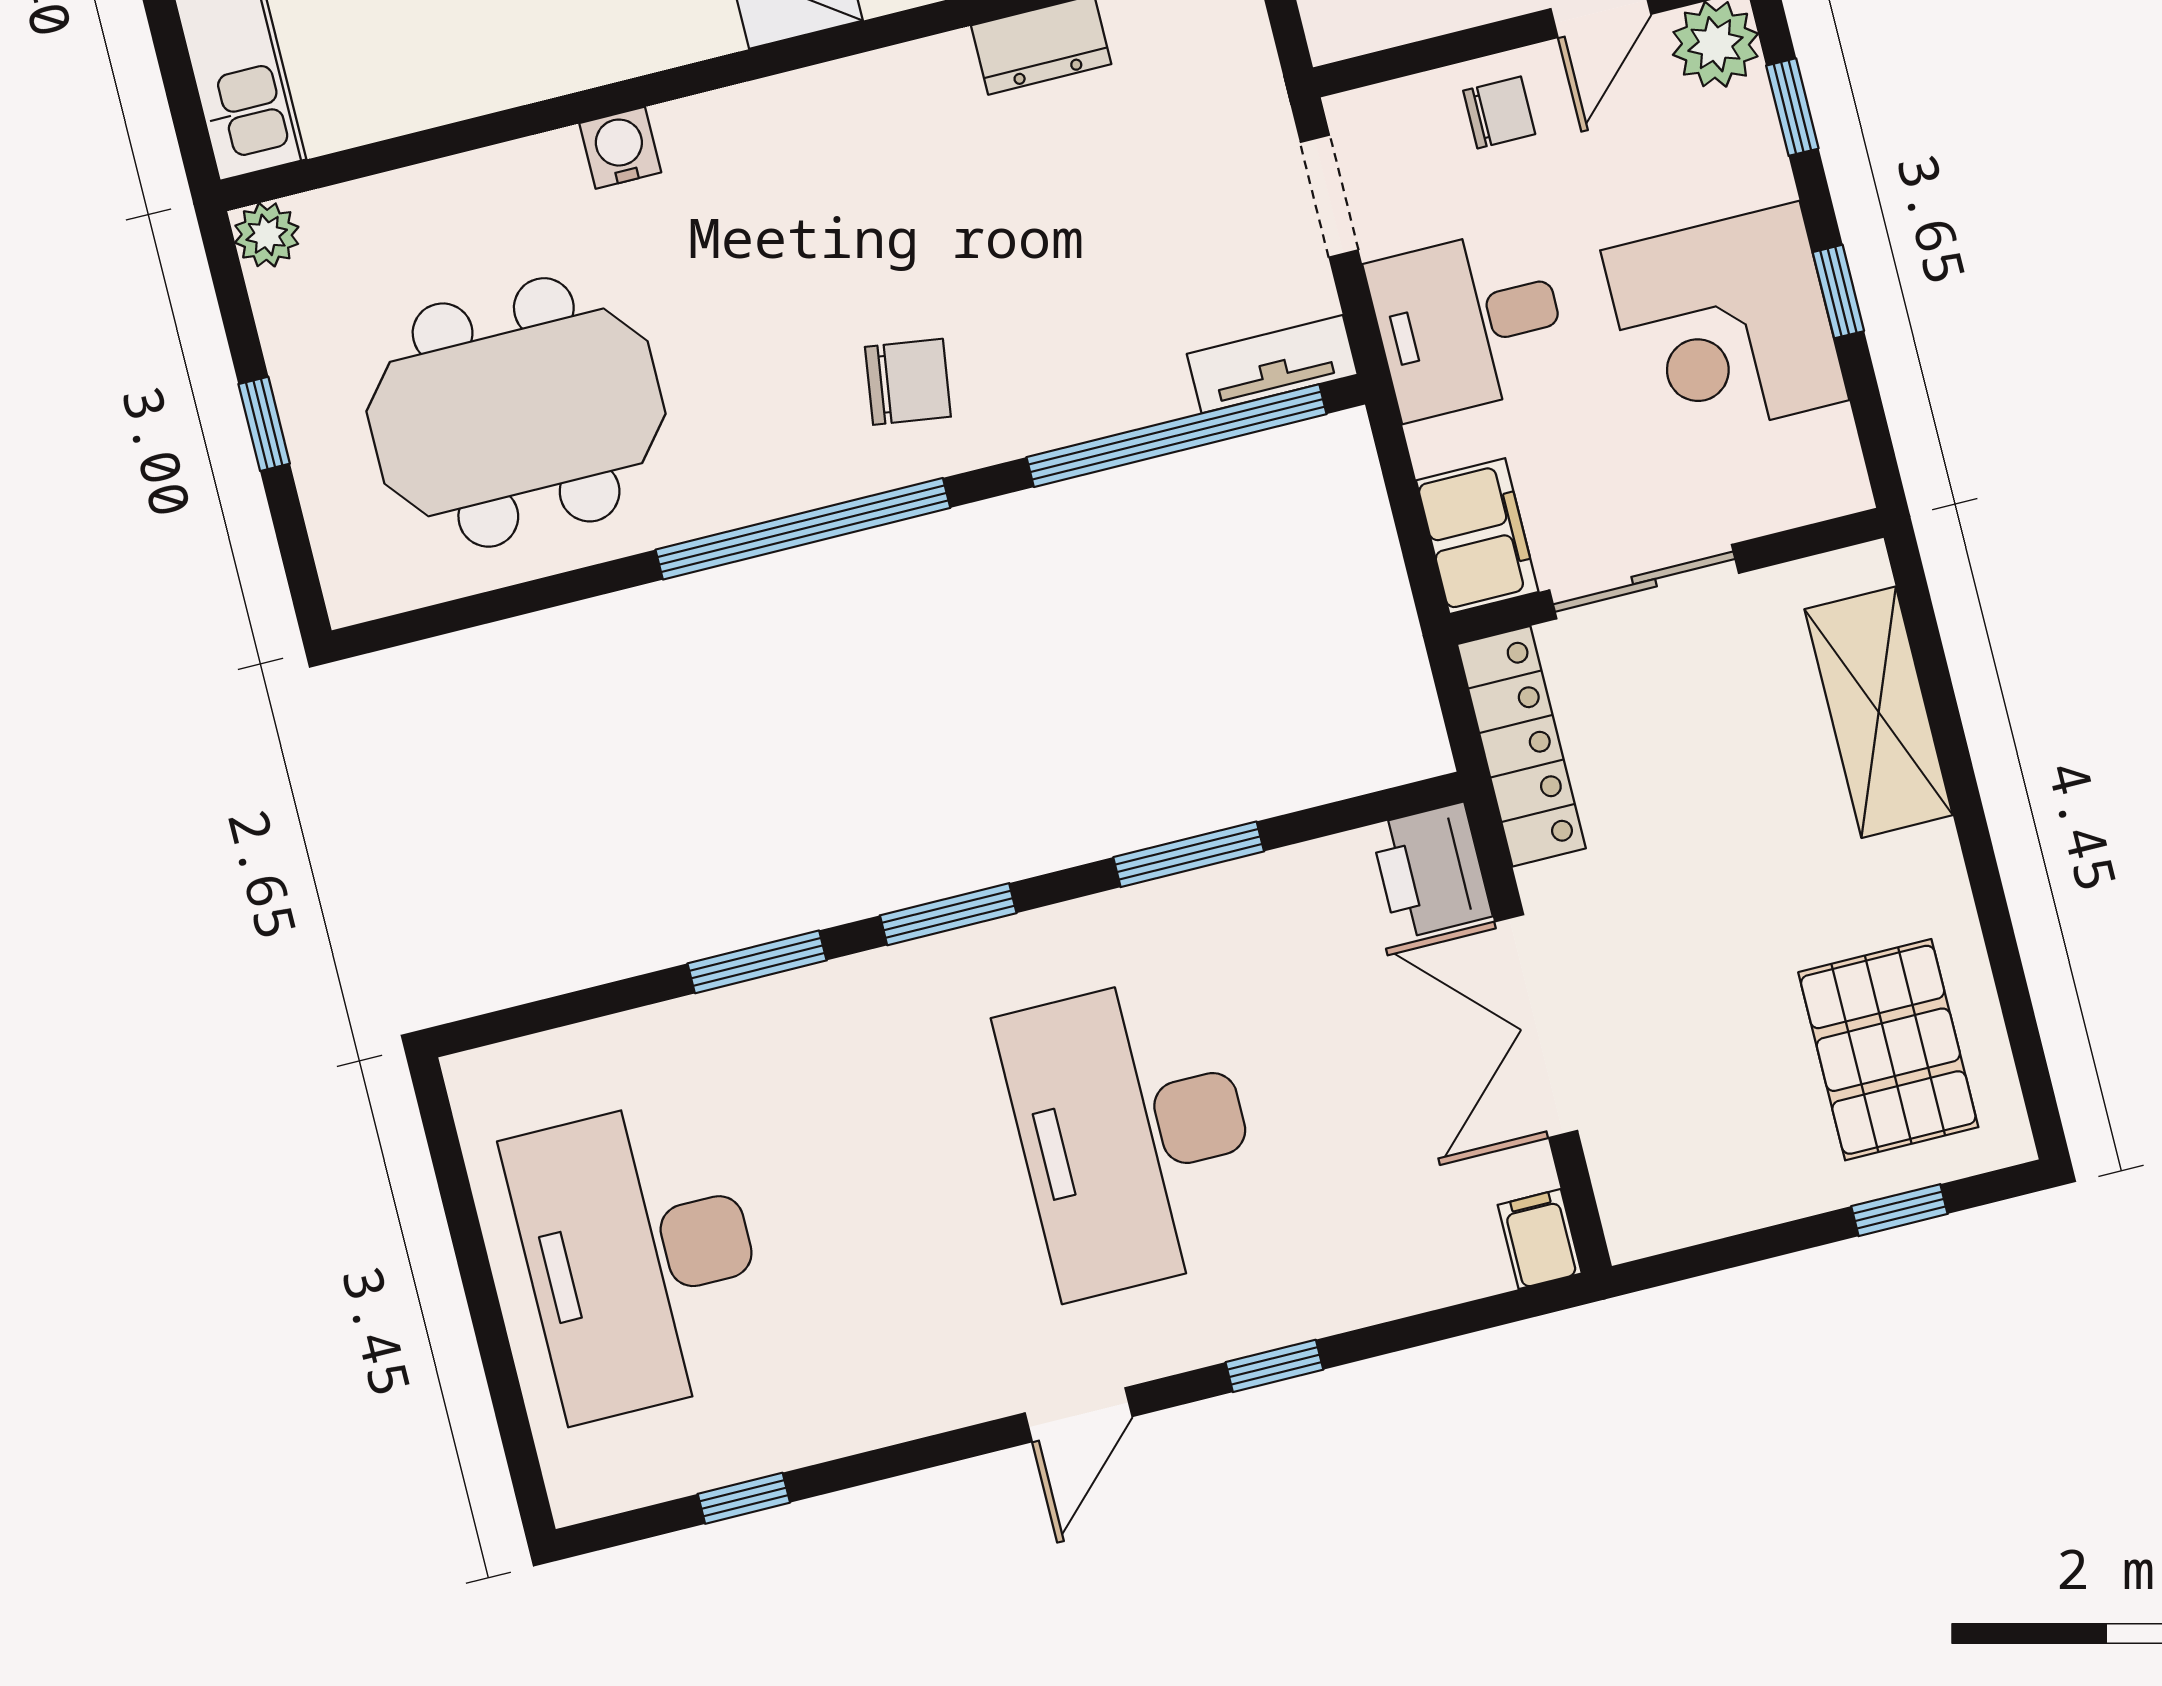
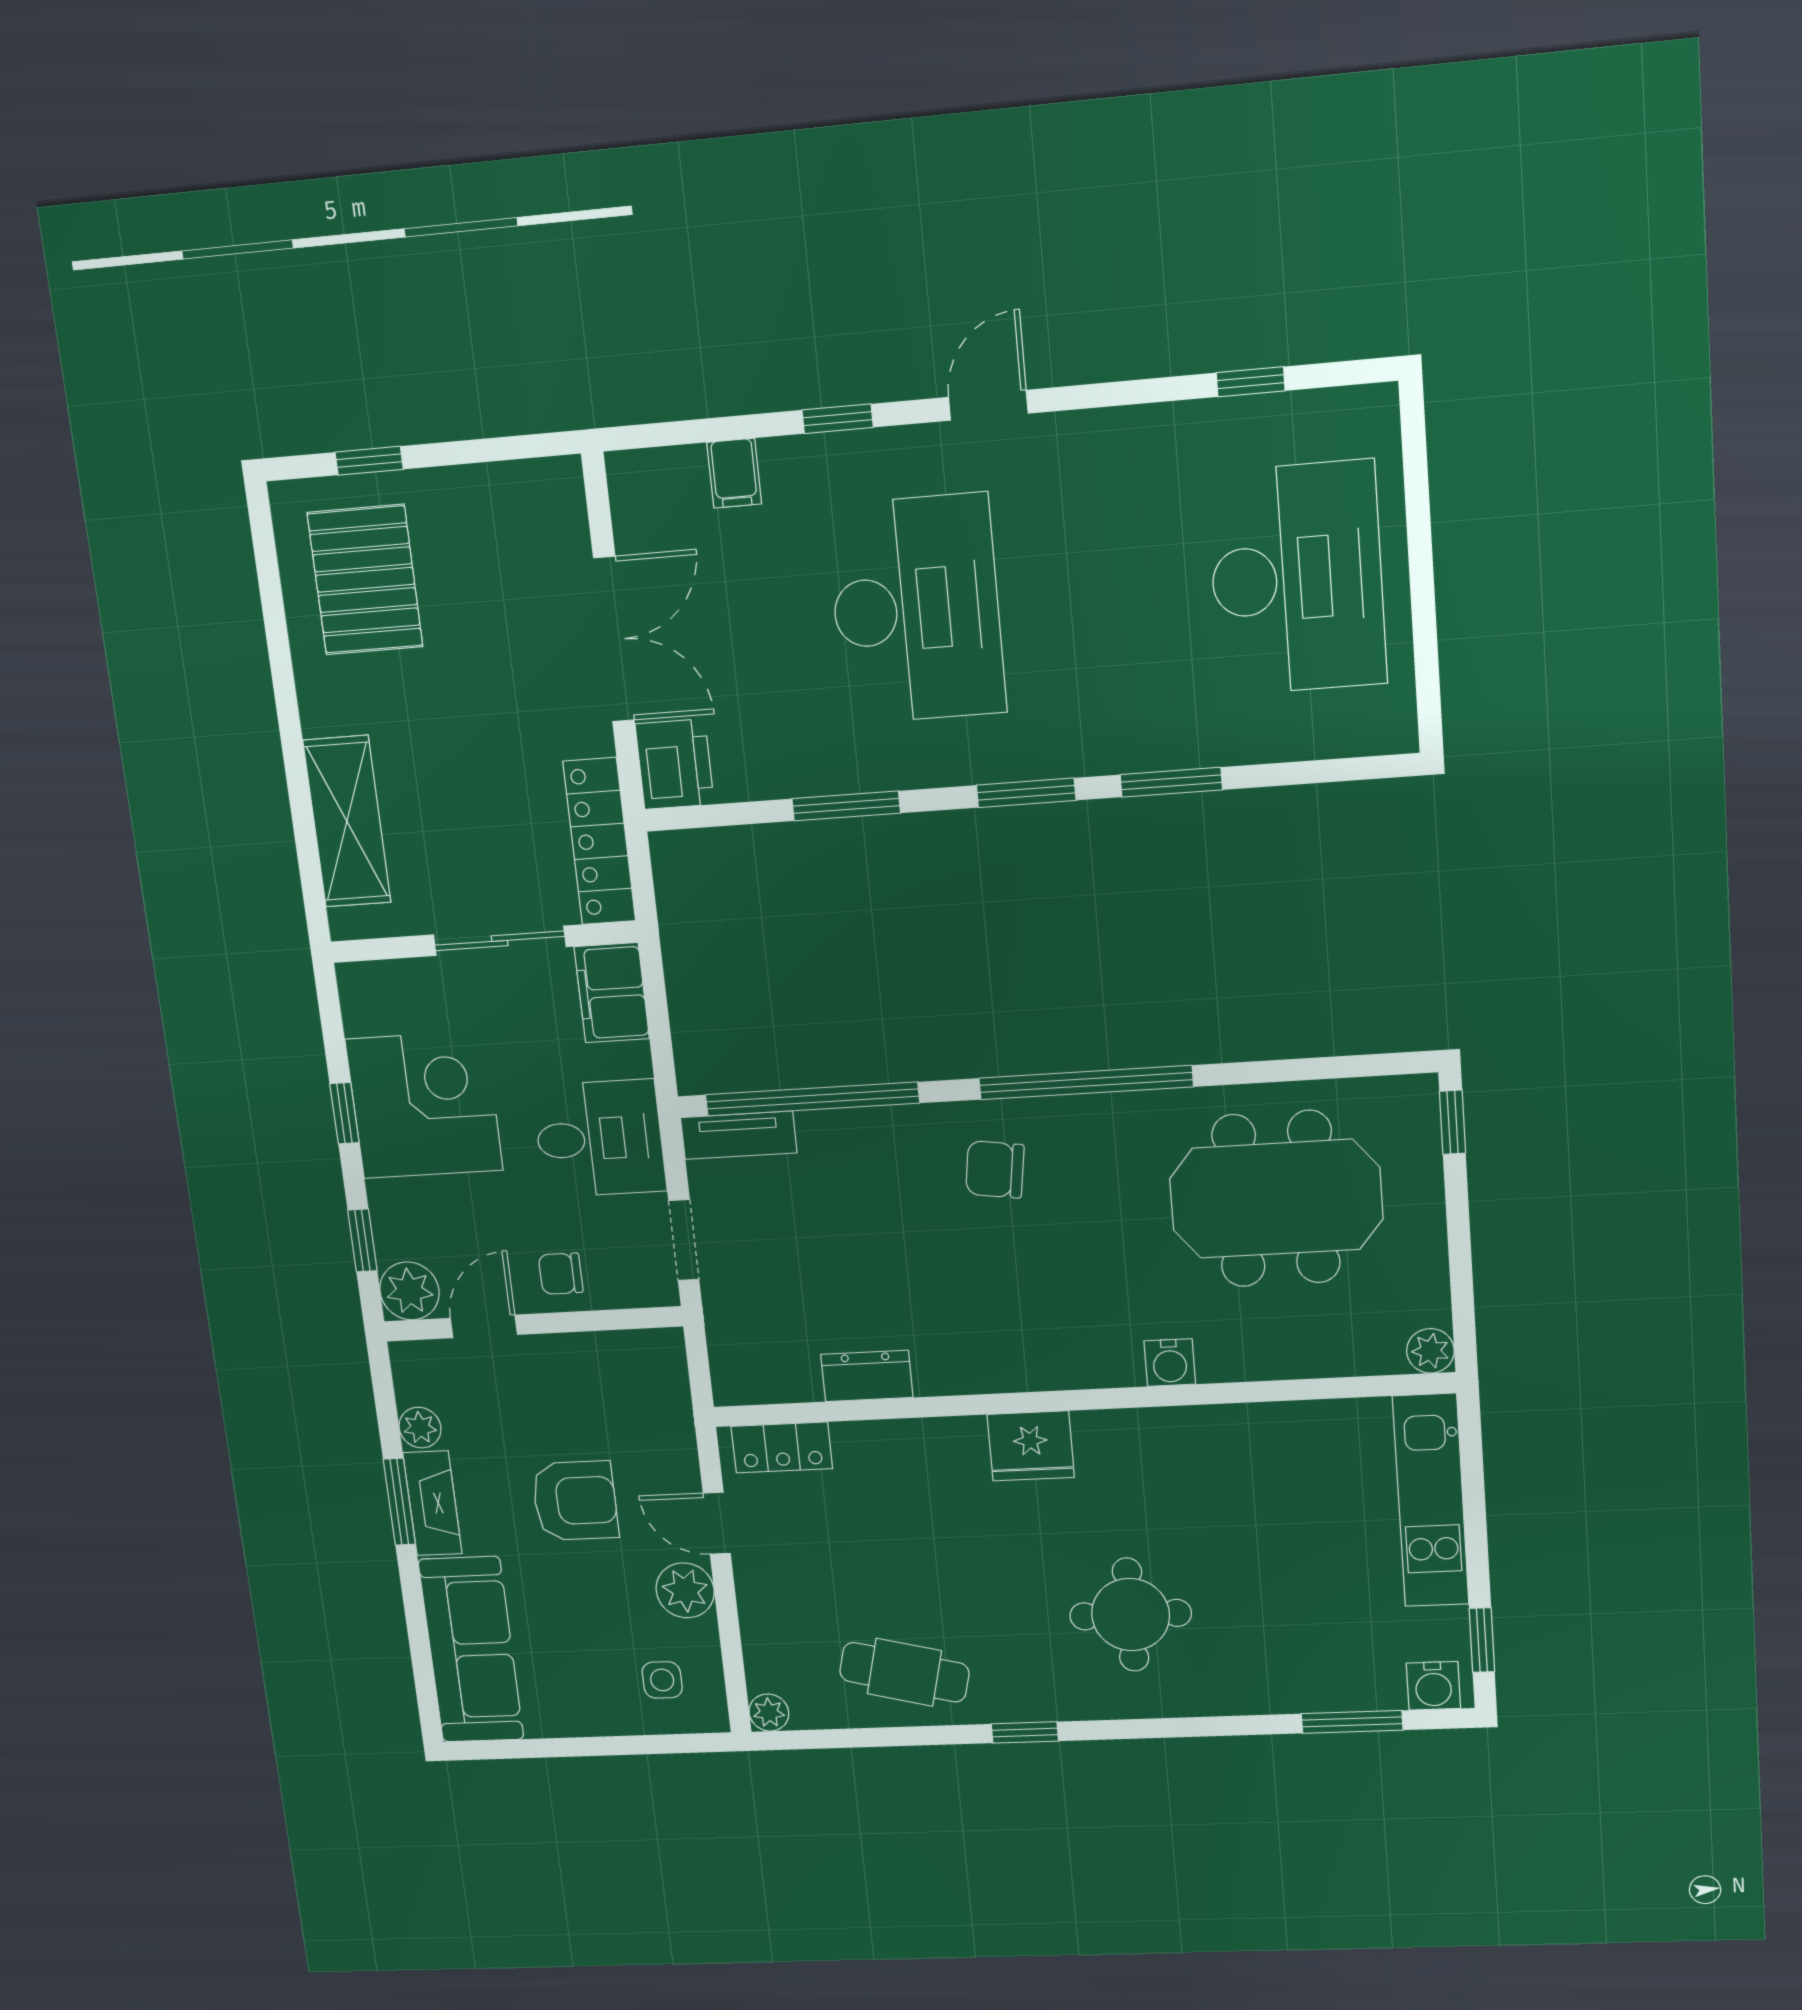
window: (264, 424) -> (1453, 1122), moved
filing cabinet: (1540, 1239) -> (734, 473), moved

